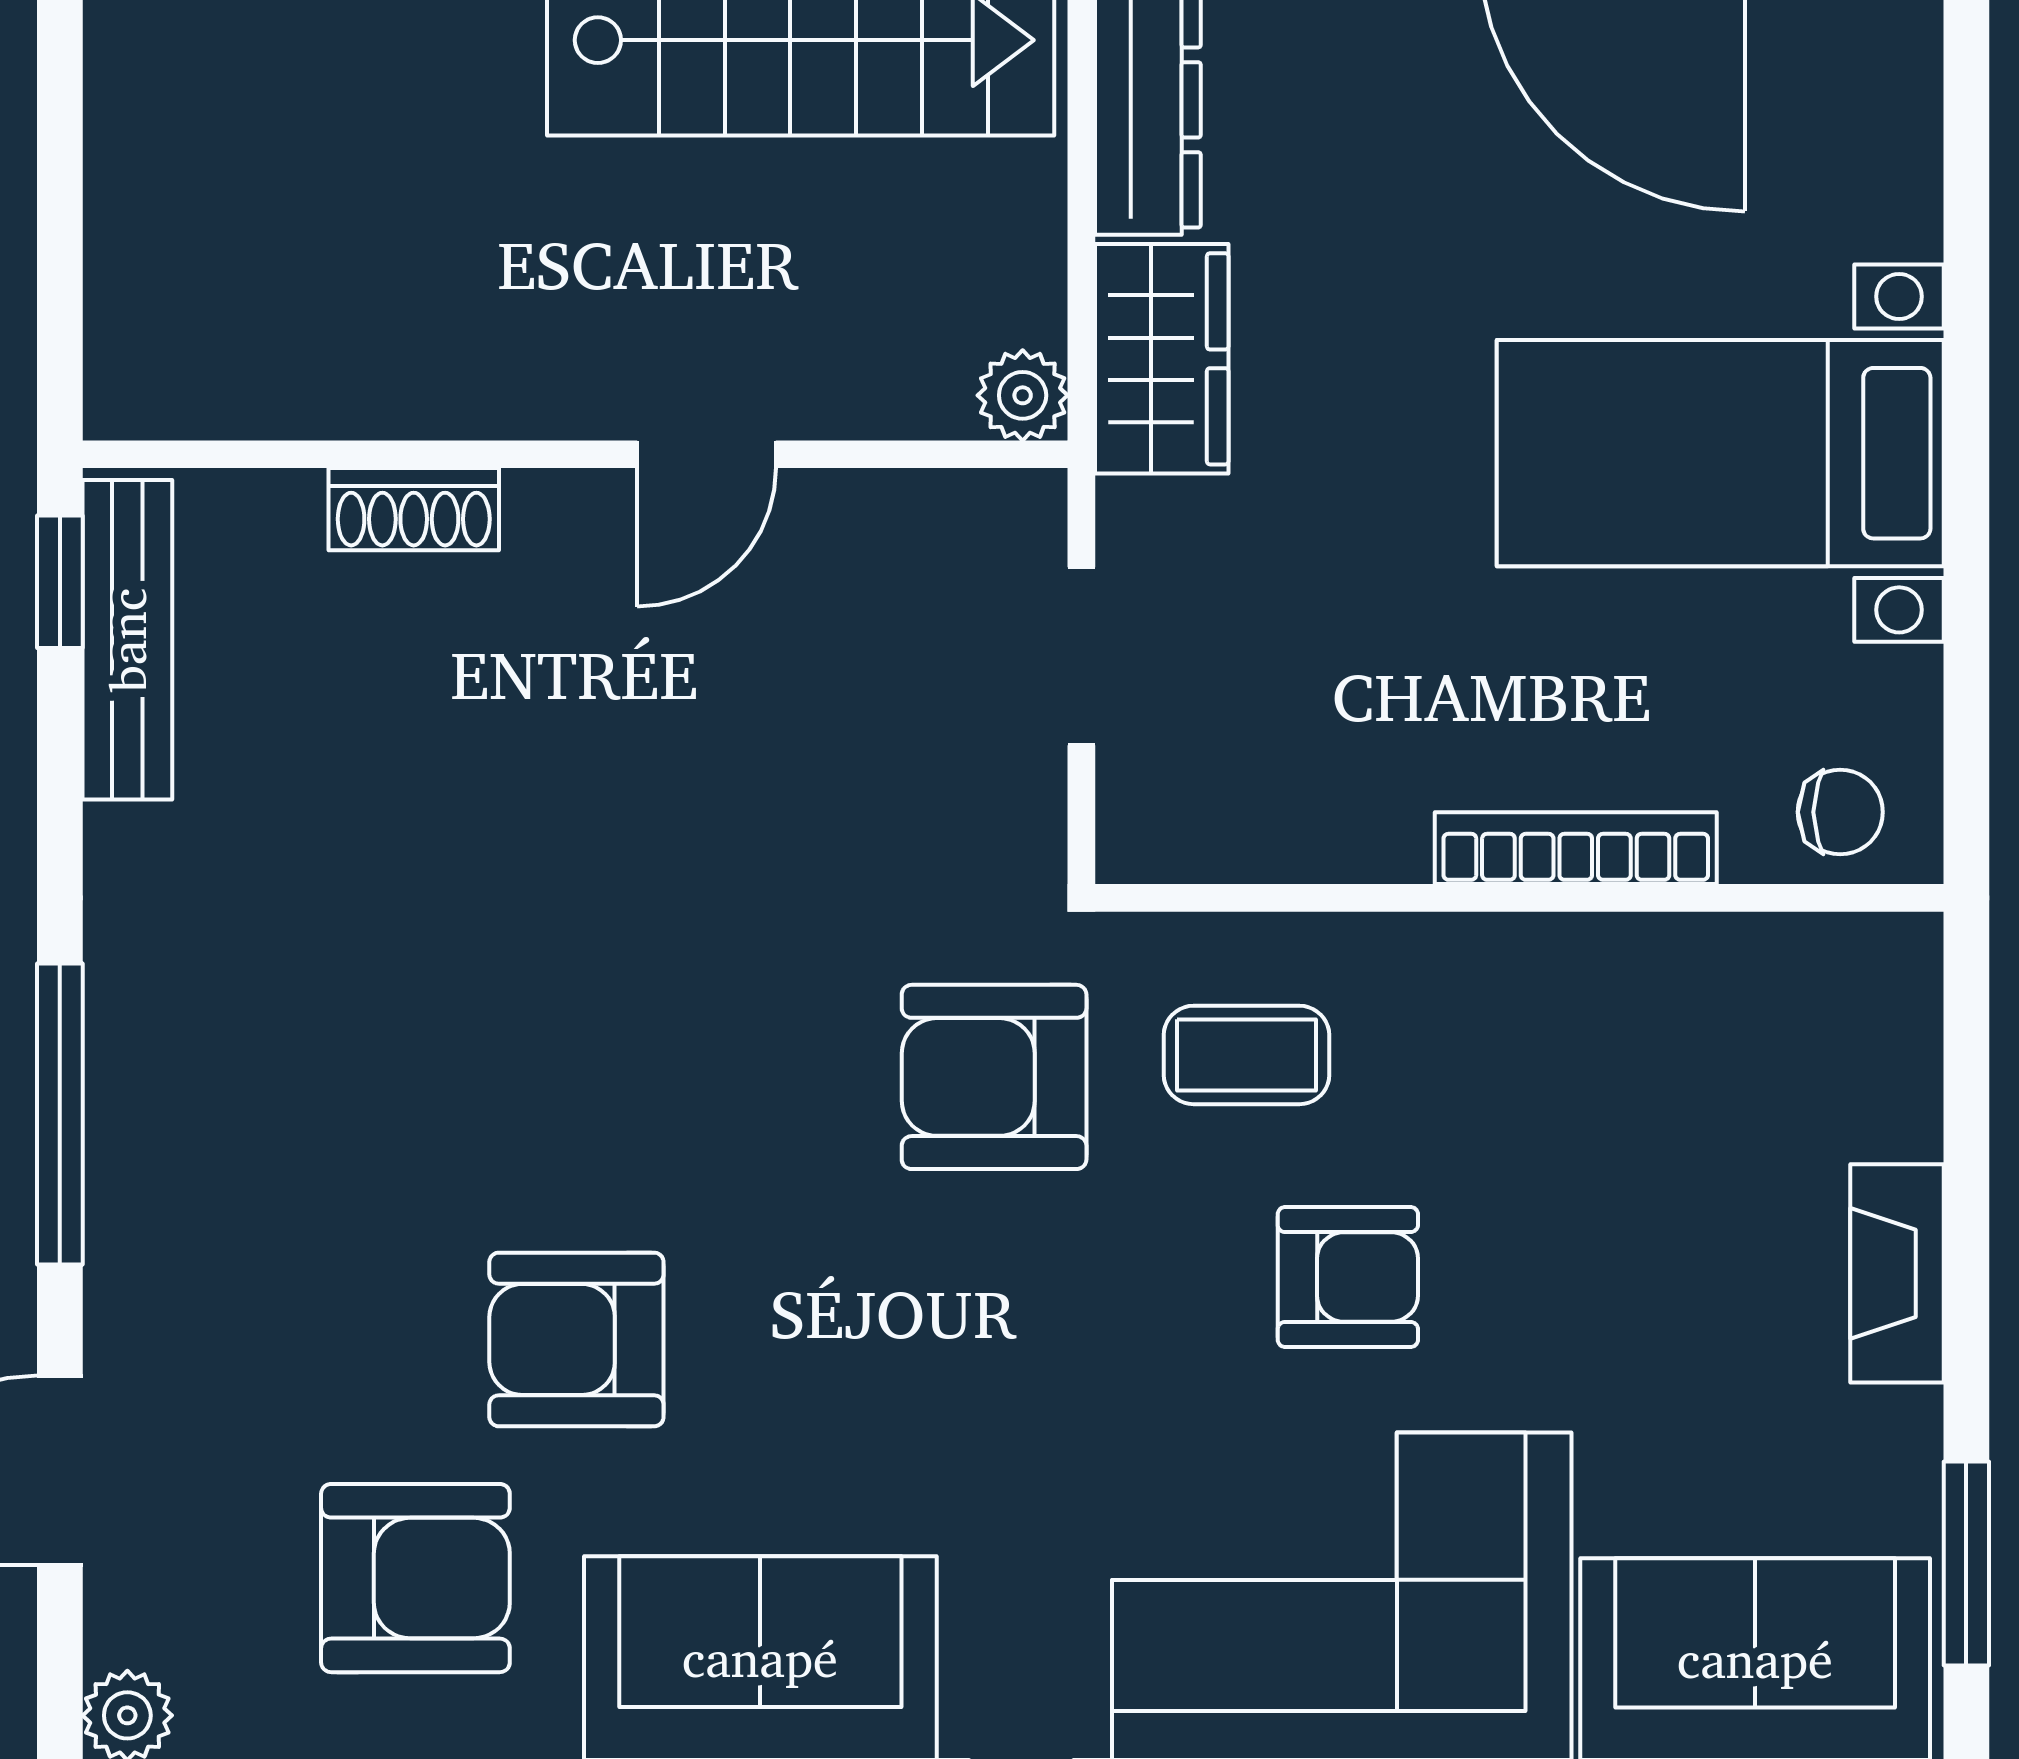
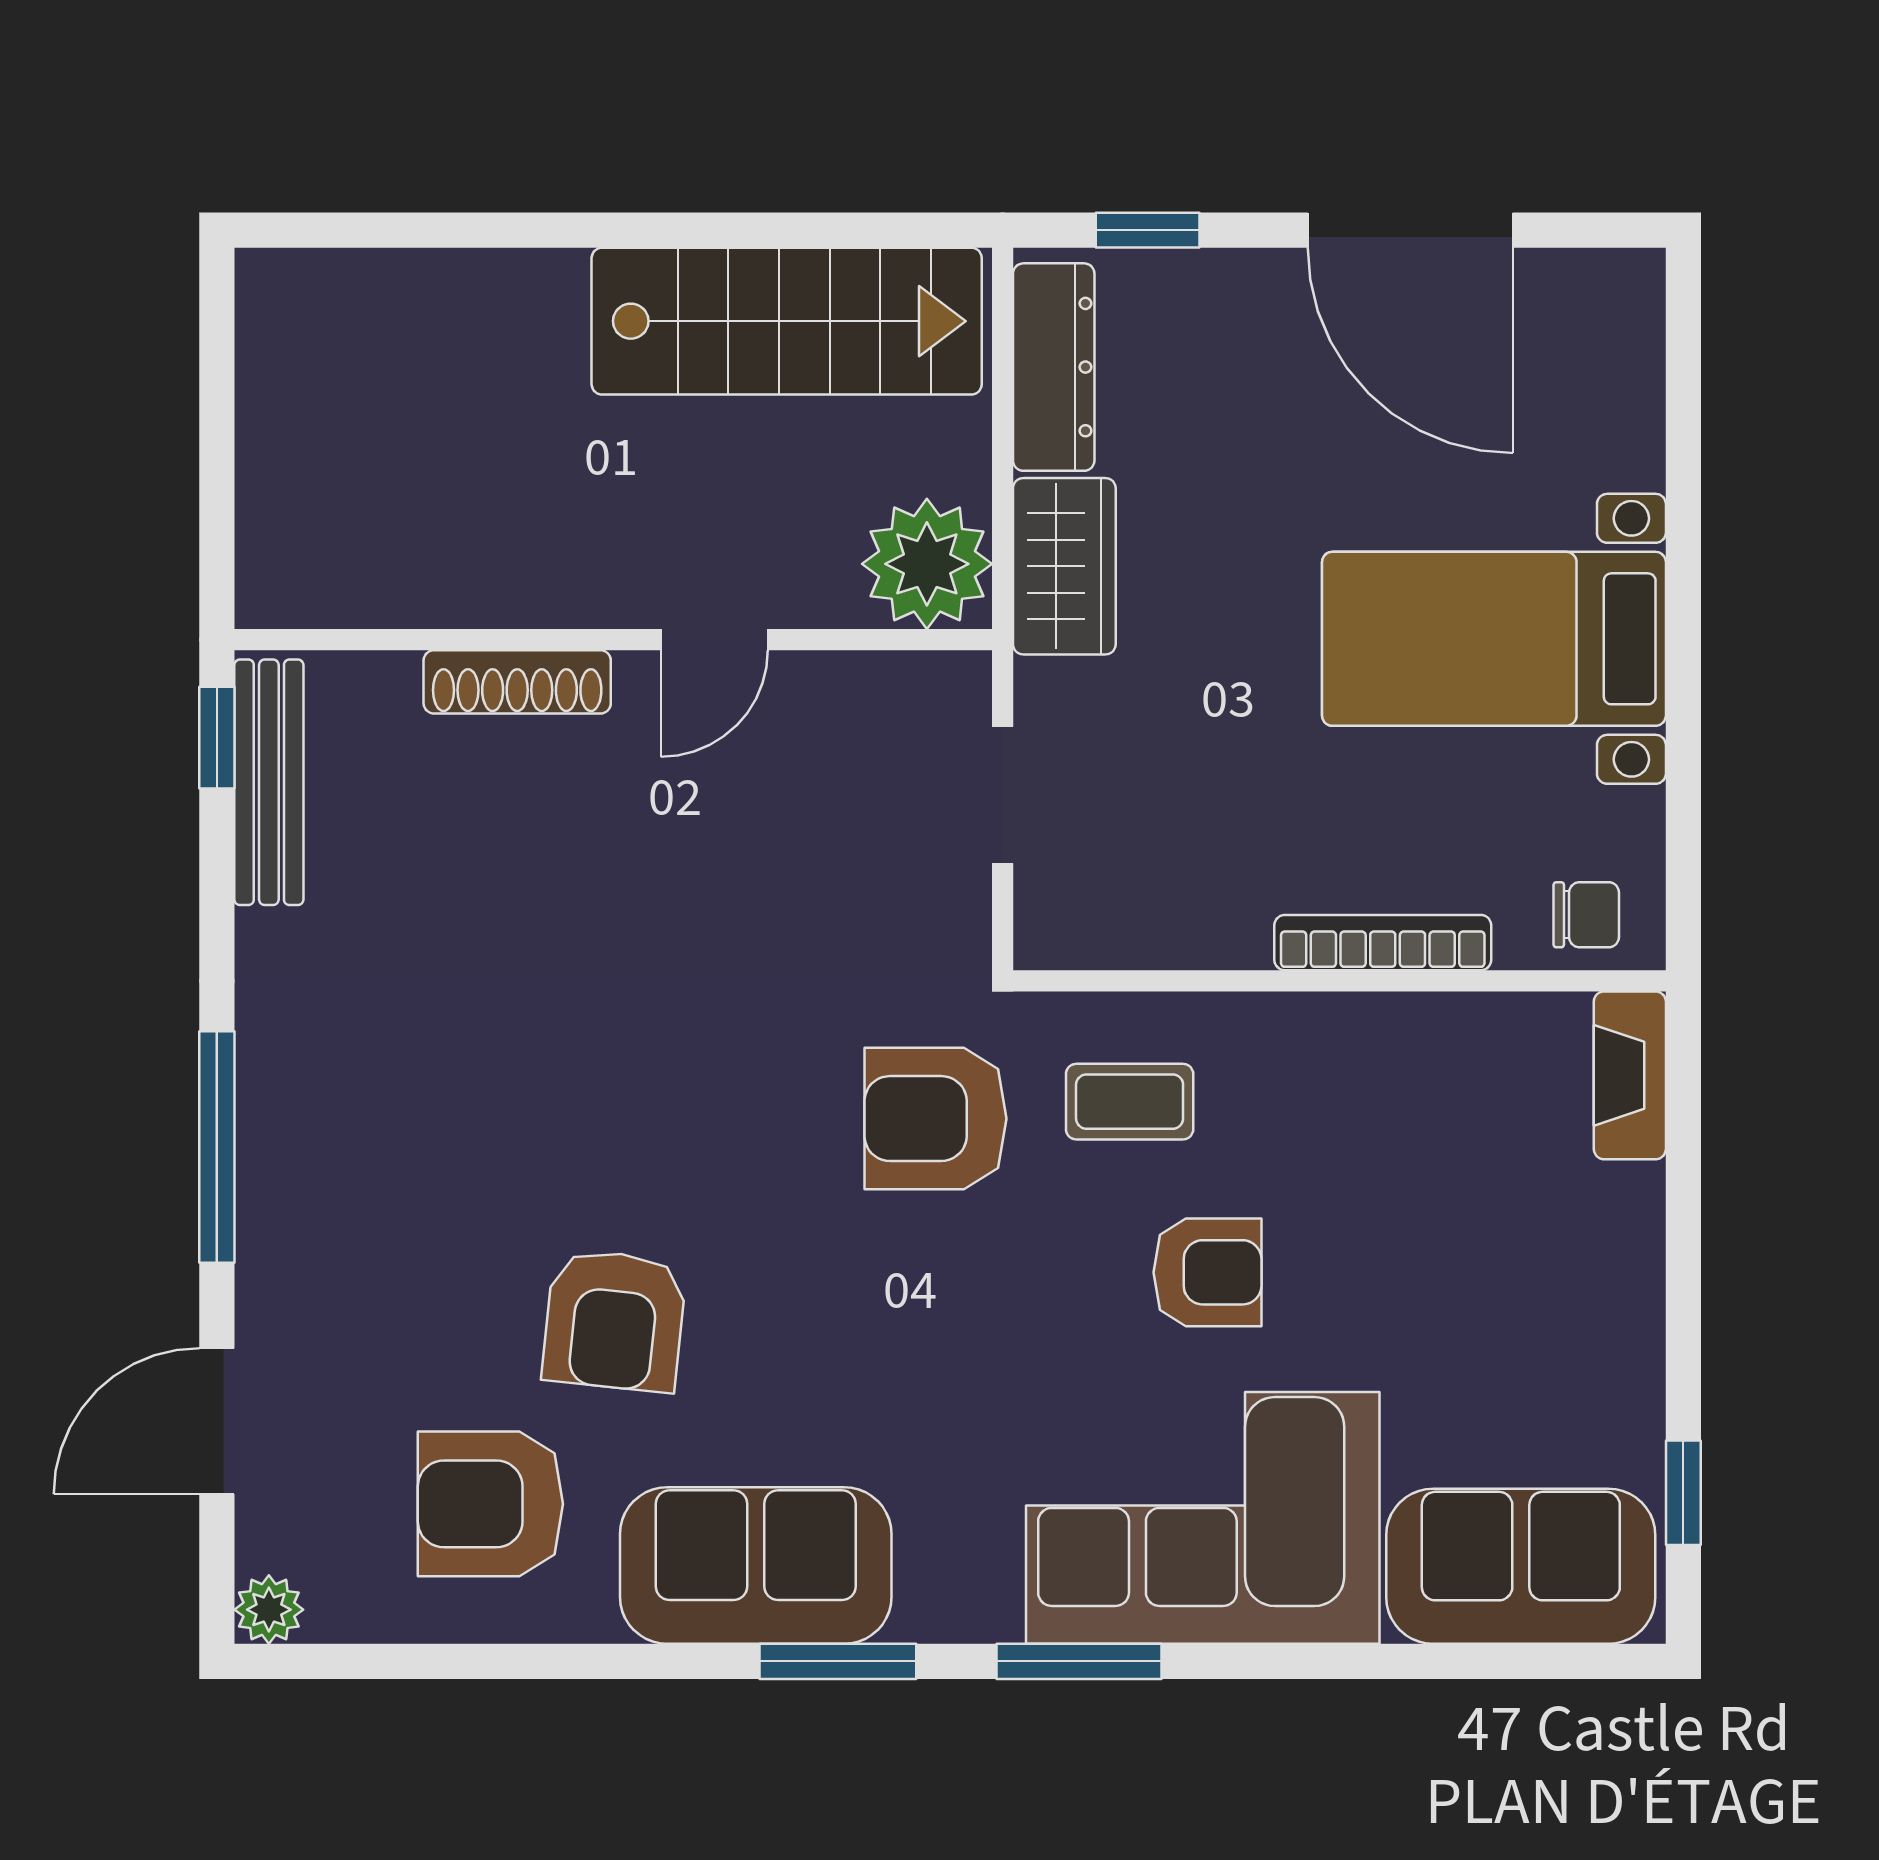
plant: (1023, 395) -> (927, 564), width x1.87, depth x1.87
shoe rack: (414, 509) -> (517, 682), width x1.43
fireplace: (1897, 1273) -> (1630, 1075), moved
armchair: (576, 1339) -> (614, 1320), turned -84
window: (1966, 1564) -> (1683, 1493), width x0.67
armchair: (415, 1578) -> (490, 1504), turned 180

